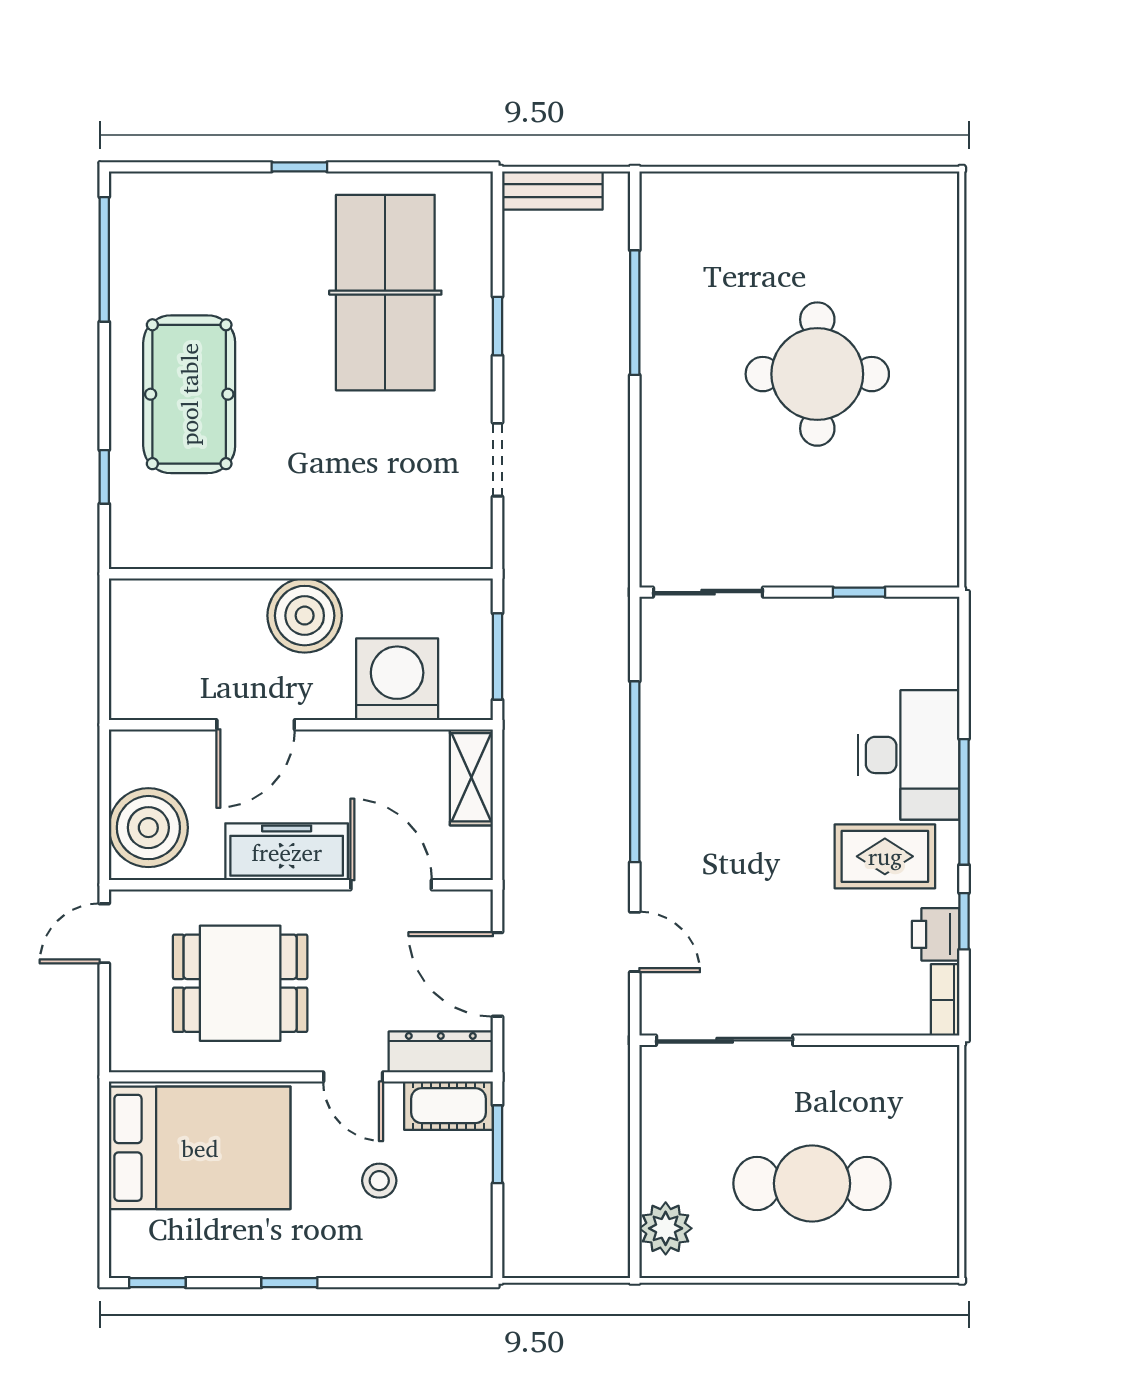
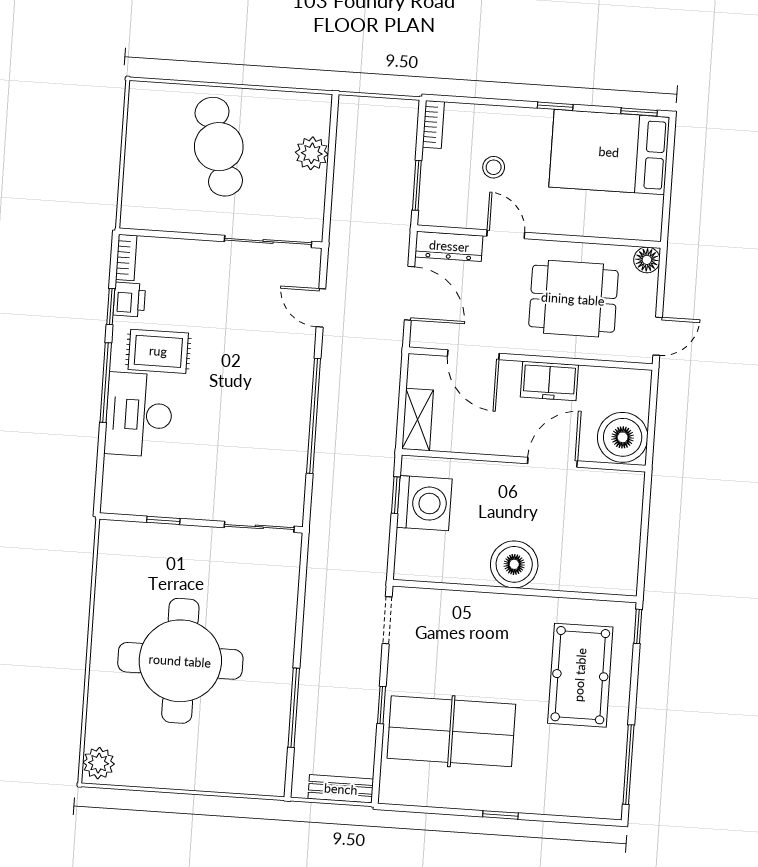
plant: (934, 205) -> (99, 763), added
table tennis table: (385, 293) -> (451, 731), turned 90
round table: (817, 374) -> (180, 661), width x1.36, depth x1.36
wall: (301, 574) -> (515, 591), moved
boiler: (305, 616) -> (514, 564), moved
window: (498, 657) -> (396, 495), width x0.67
washing machine: (397, 679) -> (424, 503), moved, turned -90
boiler: (148, 828) -> (623, 437), moved
freezer: (287, 852) -> (549, 381), width x0.71
floor lamp: (129, 1052) -> (647, 260), added
cot: (449, 1106) -> (446, 212), removed
bed: (200, 1148) -> (609, 152), moved
cafe table: (812, 1183) -> (219, 147), turned 75
plant: (666, 1228) -> (312, 153), moved
bookcase: (478, 1241) -> (433, 124), added

